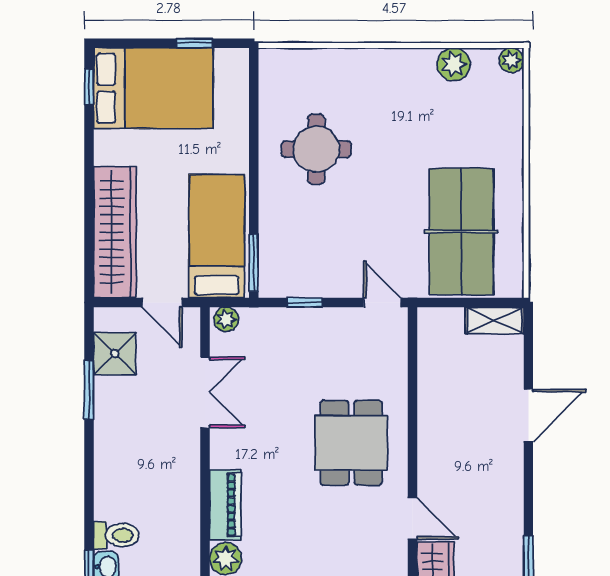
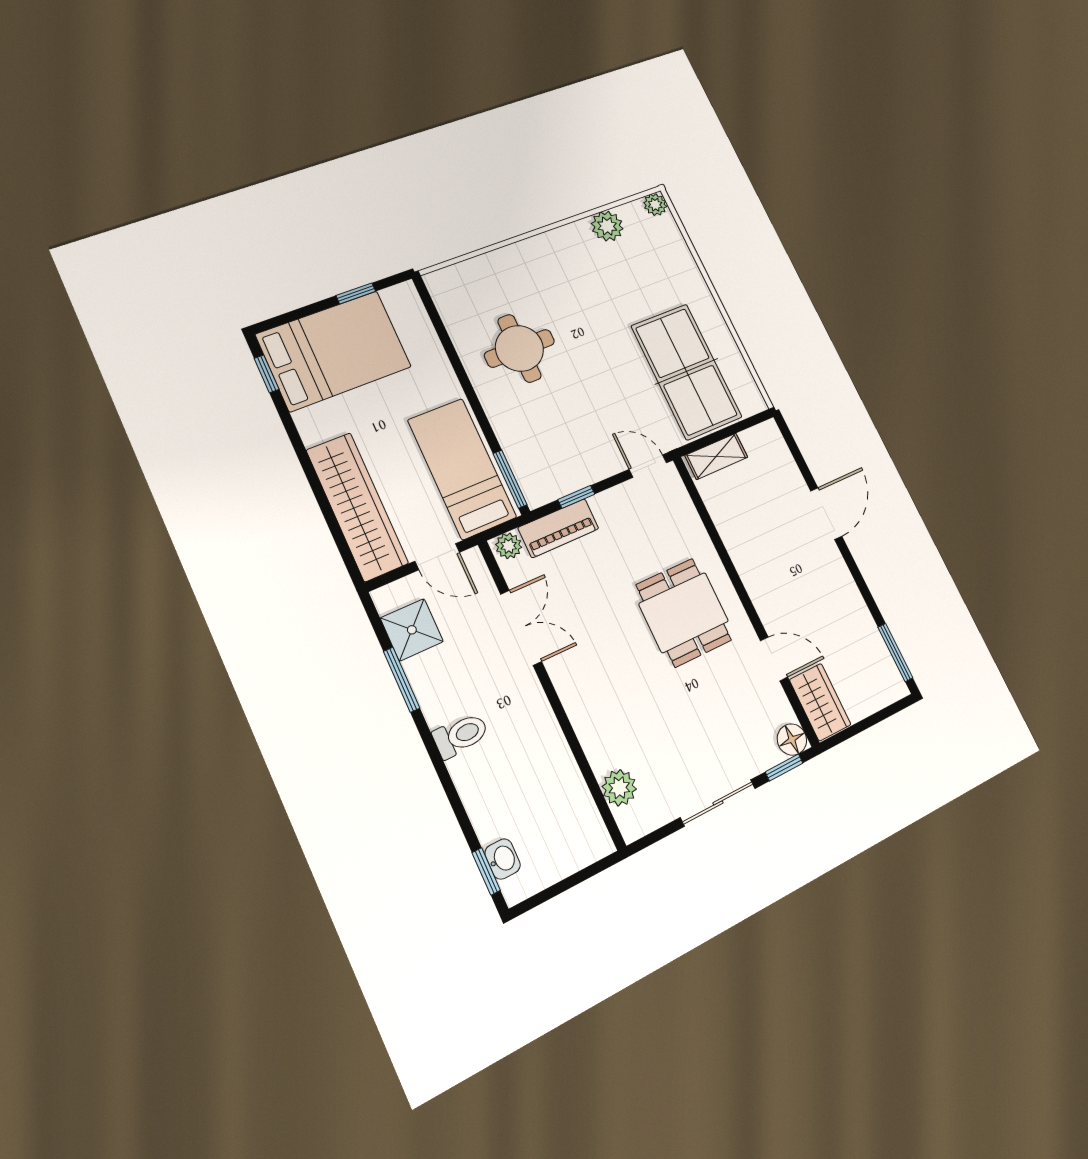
shelving: (494, 320) -> (716, 456), moved
piano: (225, 505) -> (558, 528), moved, turned 90
toilet: (116, 535) -> (461, 735), moved

